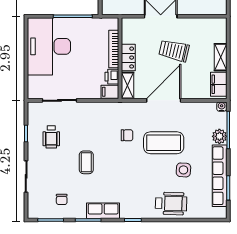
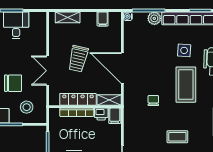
shelving: (221, 57) -> (68, 17), moved
locker: (128, 58) -> (78, 99), width x1.53
filing cabinet: (219, 84) -> (103, 19), width x0.50
coffee table: (164, 143) -> (186, 85), moved

